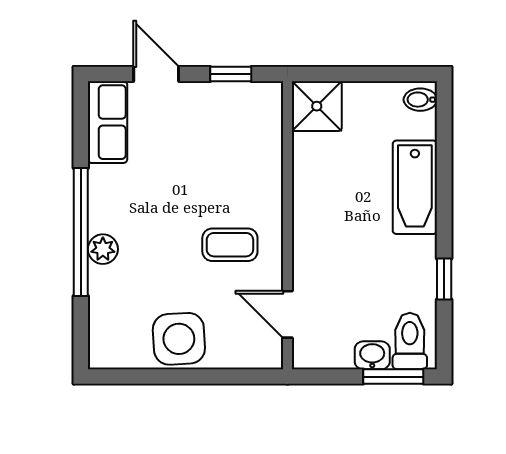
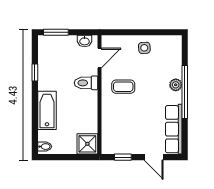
row of seats: (108, 122) -> (174, 129), width x1.48
door: (287, 314) -> (99, 58), hinge flipped
side table: (179, 339) -> (144, 48), width x0.54, depth x0.54
toilet: (410, 341) -> (86, 83), moved, turned 90
washbasin: (372, 355) -> (85, 41), moved

